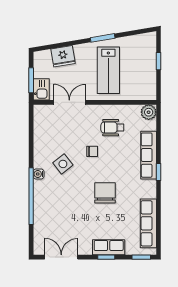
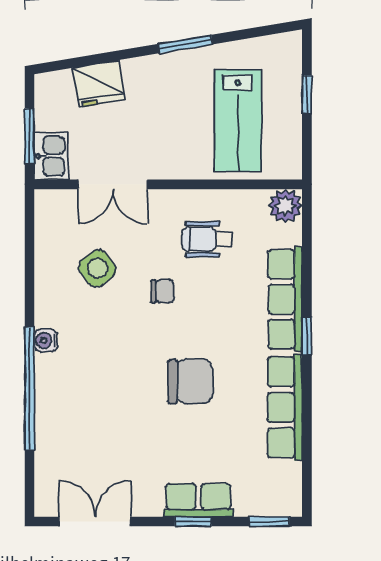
lab bench: (108, 70) -> (238, 121), moved
double door: (69, 102) -> (113, 184), swing flipped
side table: (63, 164) -> (97, 268), moved
chair: (105, 193) -> (190, 381), turned 90
row of seats: (148, 223) -> (285, 407), moved

